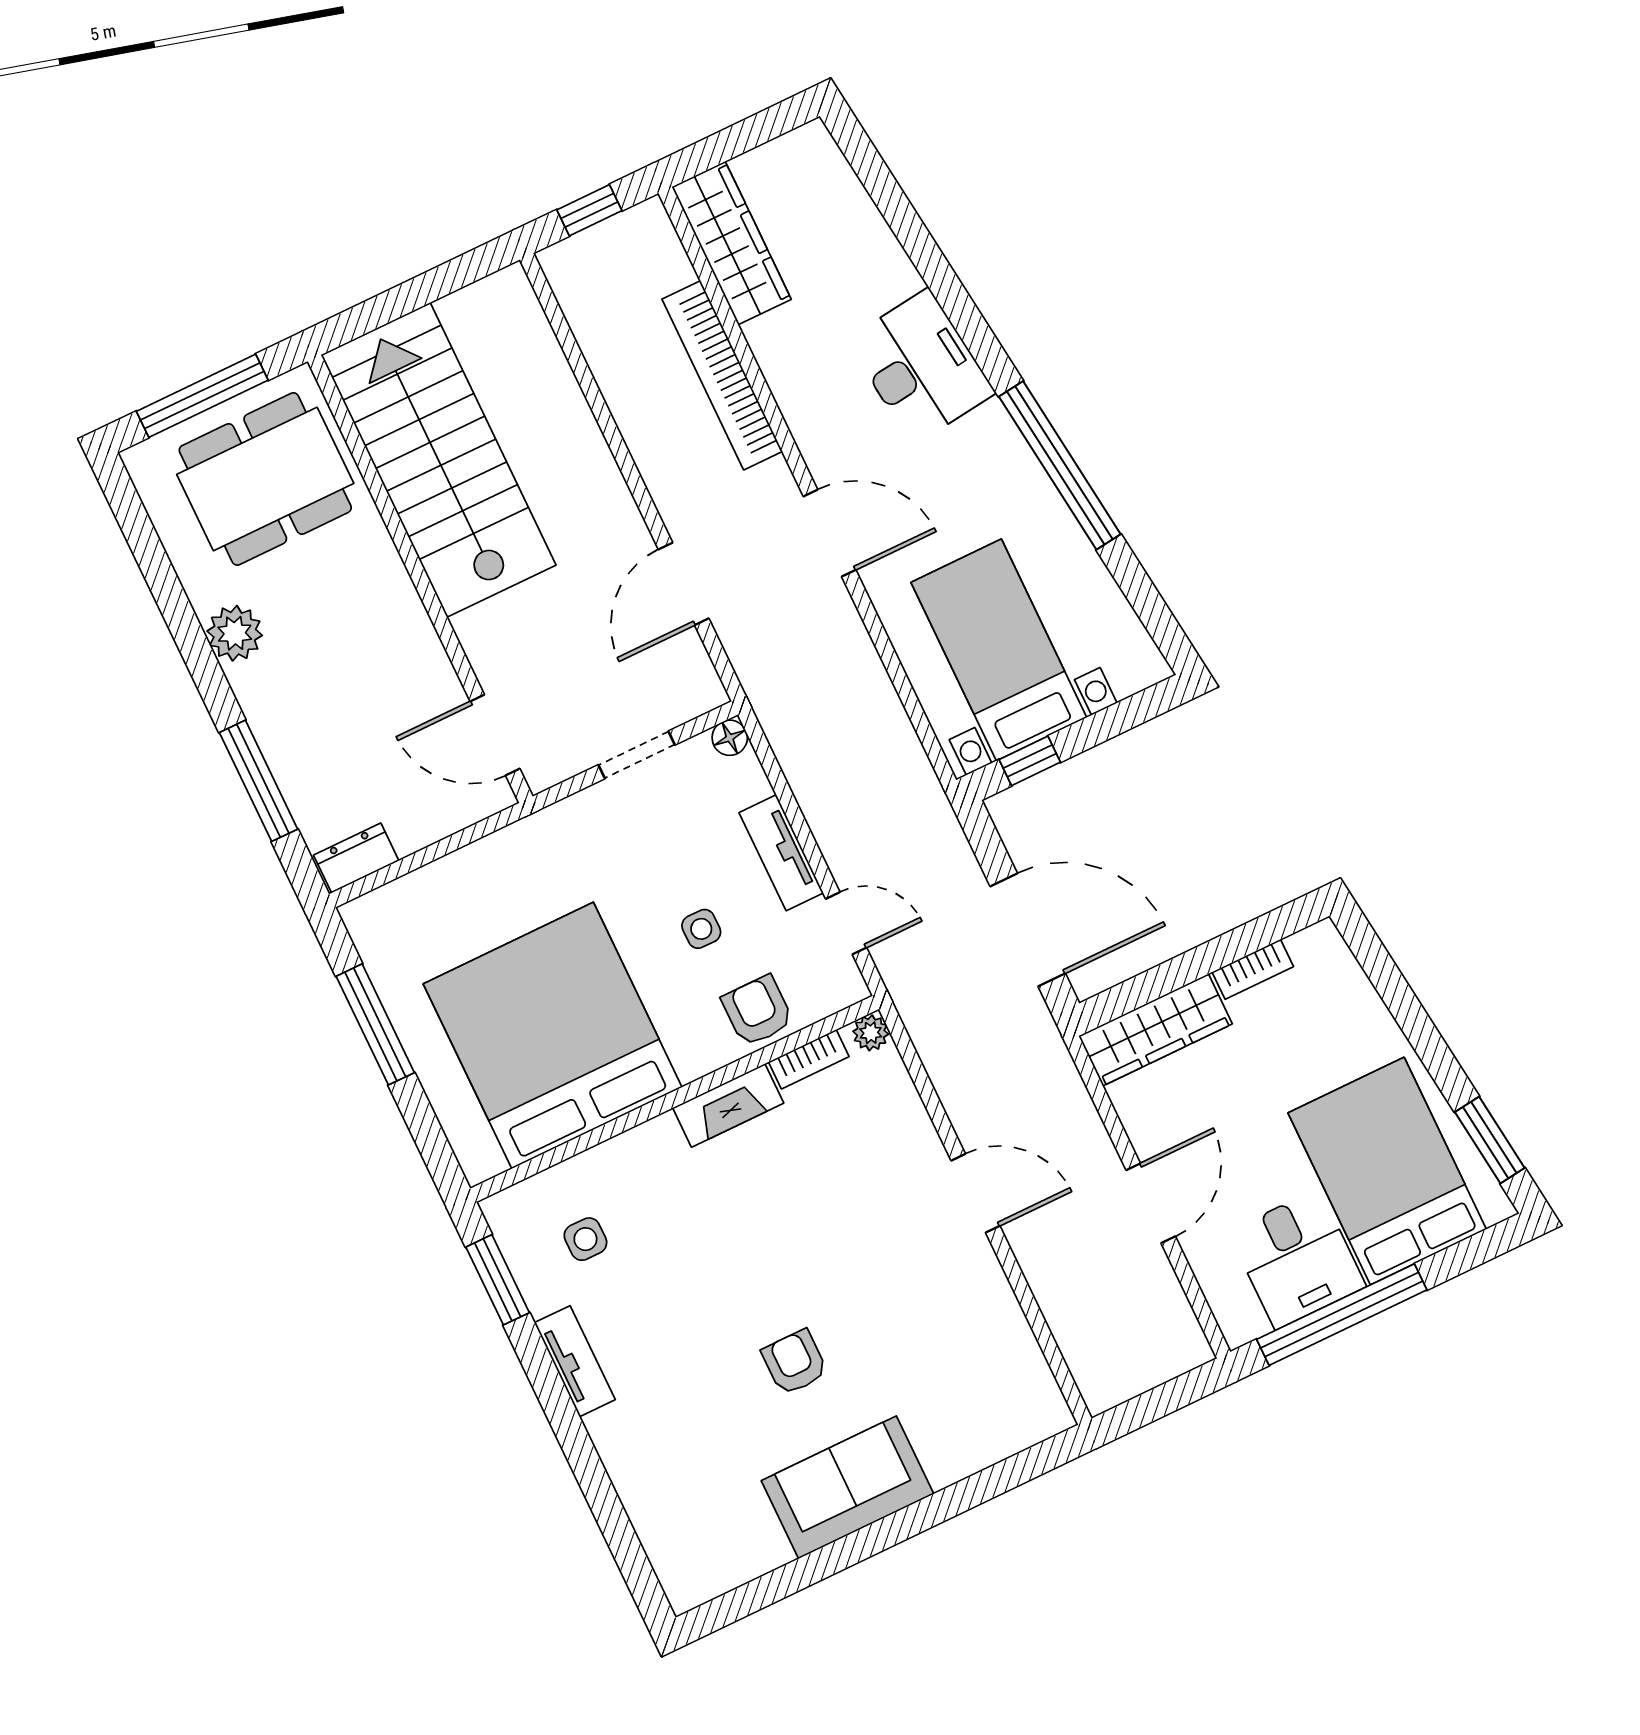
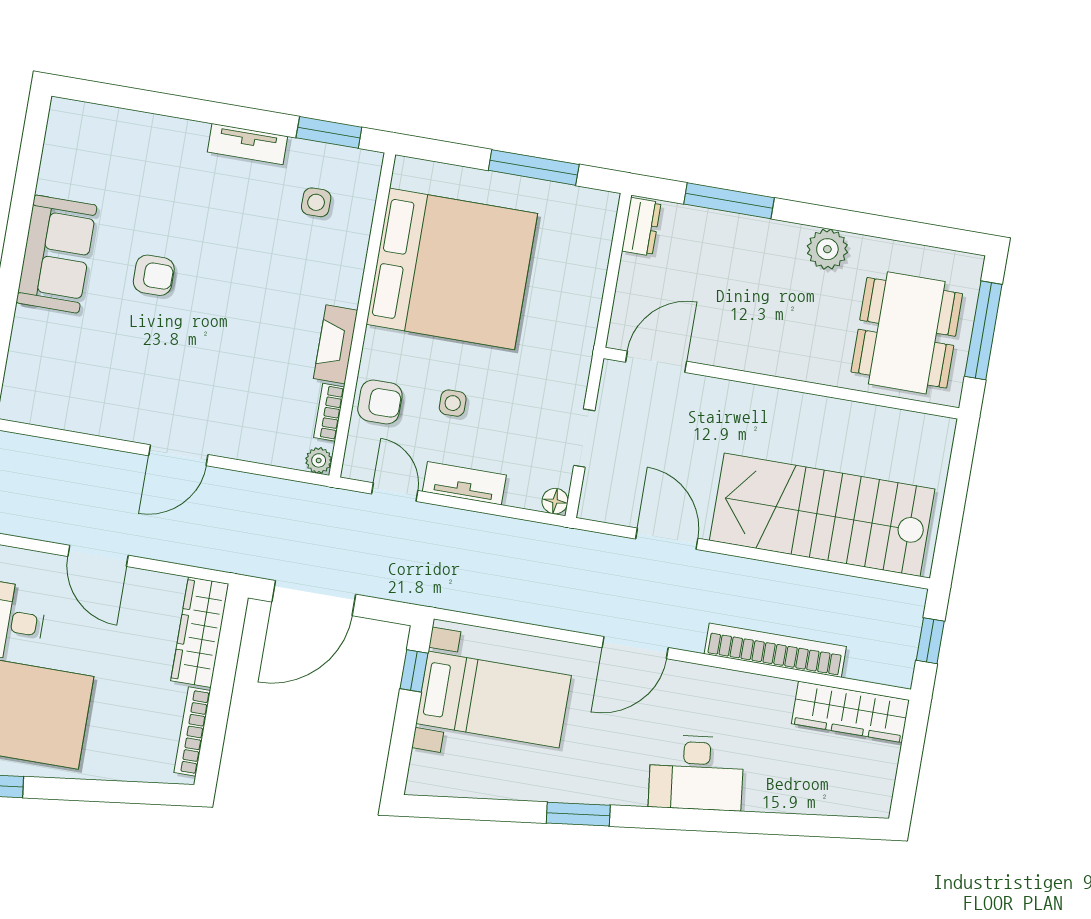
stairs: (438, 460) -> (822, 515), moved, turned 180
window: (1060, 465) -> (578, 814), width x0.47
door: (846, 923) -> (395, 492), swing flipped
bookcase: (1253, 969) -> (192, 732), width x1.56

